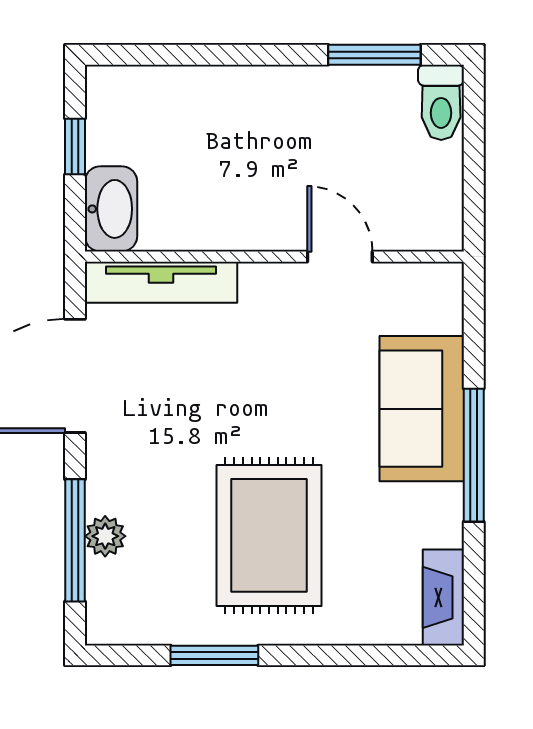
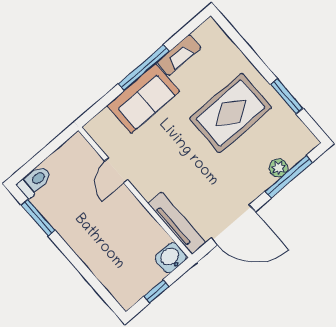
washbasin: (111, 209) -> (171, 258), width x0.72
fireplace: (443, 597) -> (179, 55), moved

